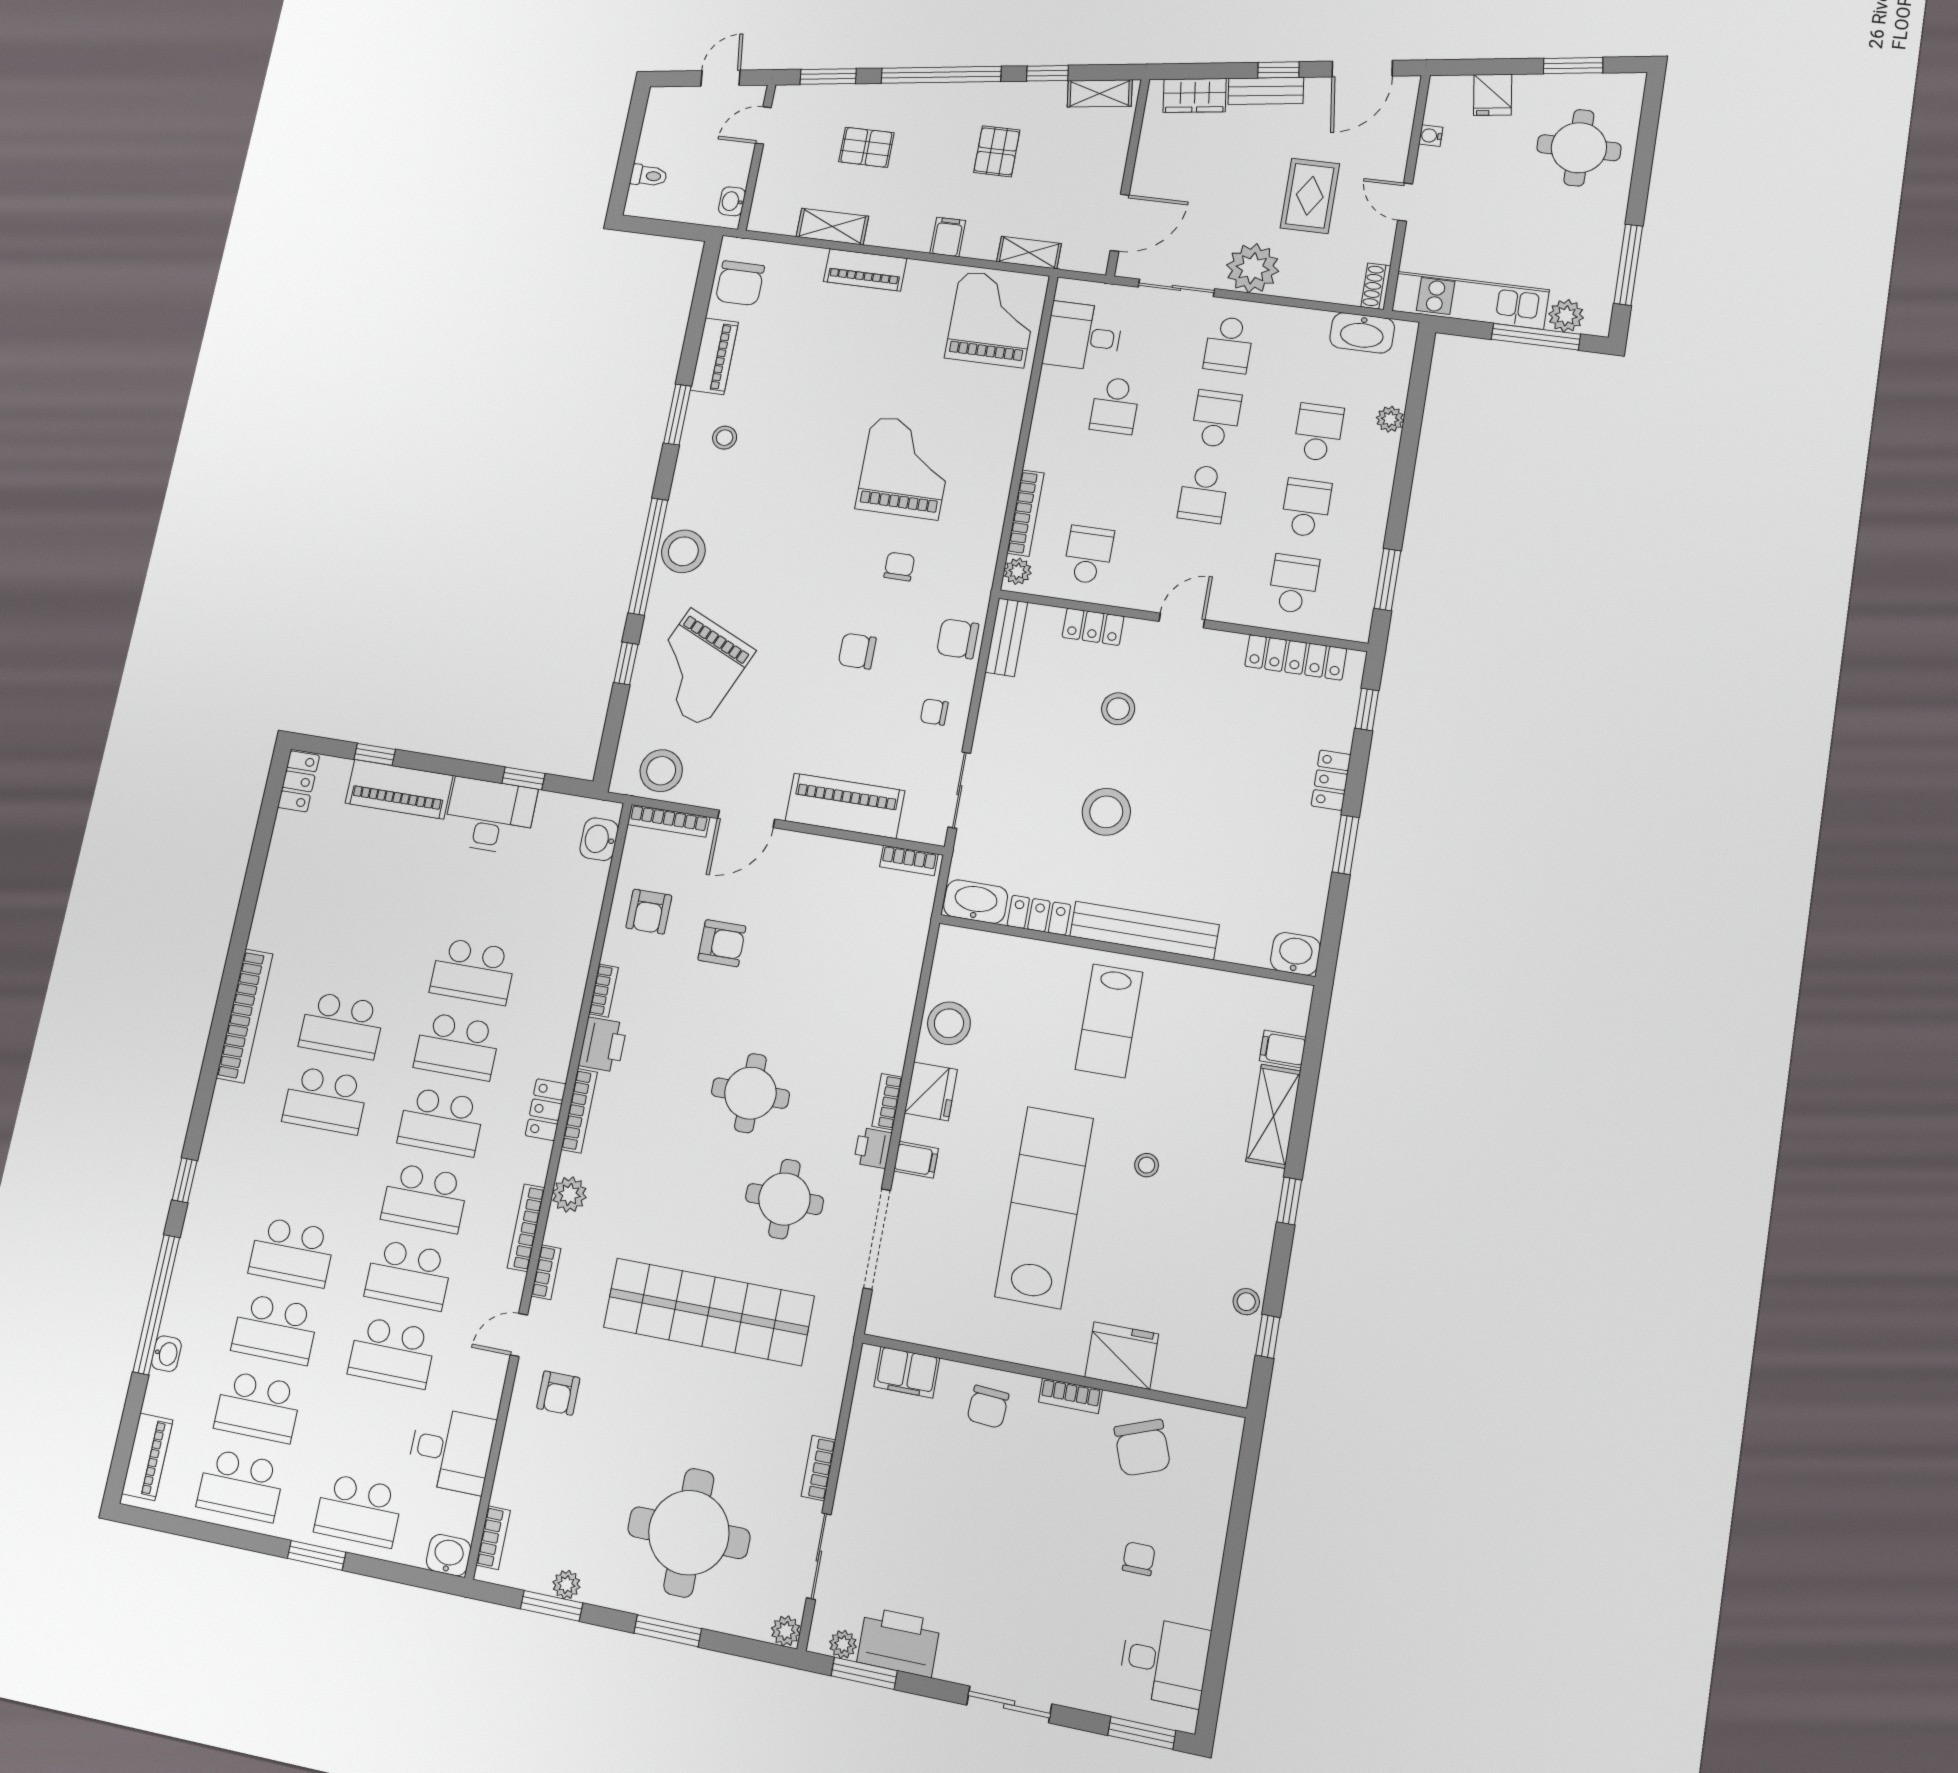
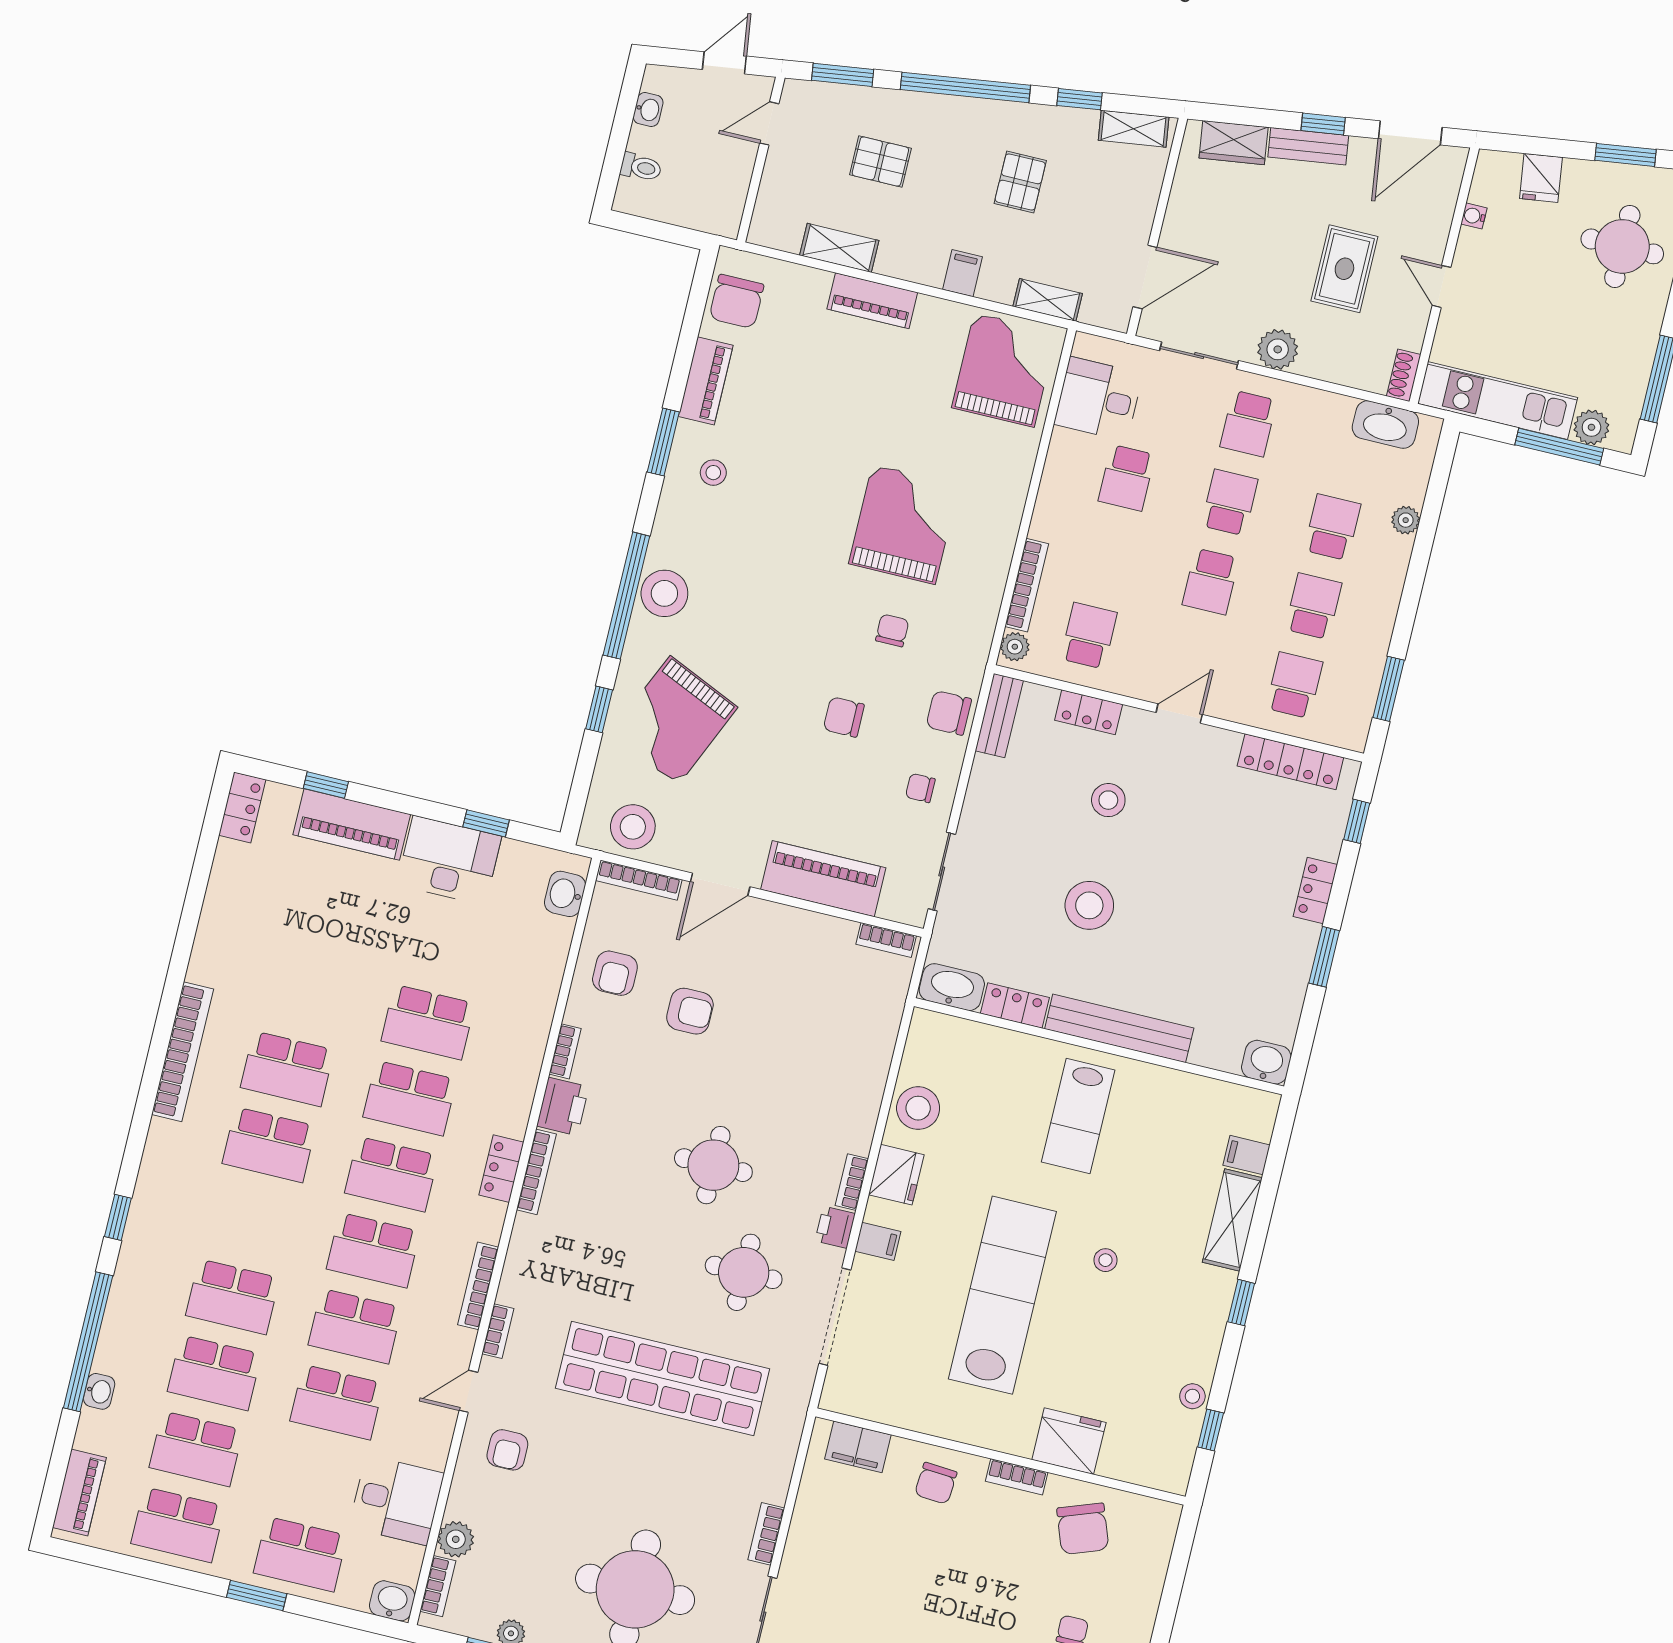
washbasin: (732, 201) -> (648, 110), moved, turned 180
plant: (1253, 268) -> (1278, 349), width x0.73, depth x0.73
plant: (569, 1194) -> (456, 1539), moved

